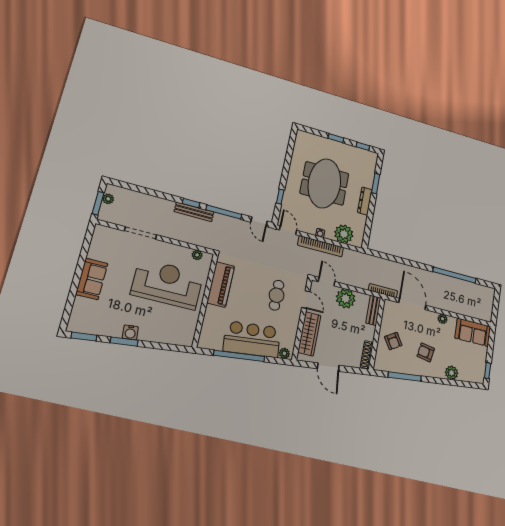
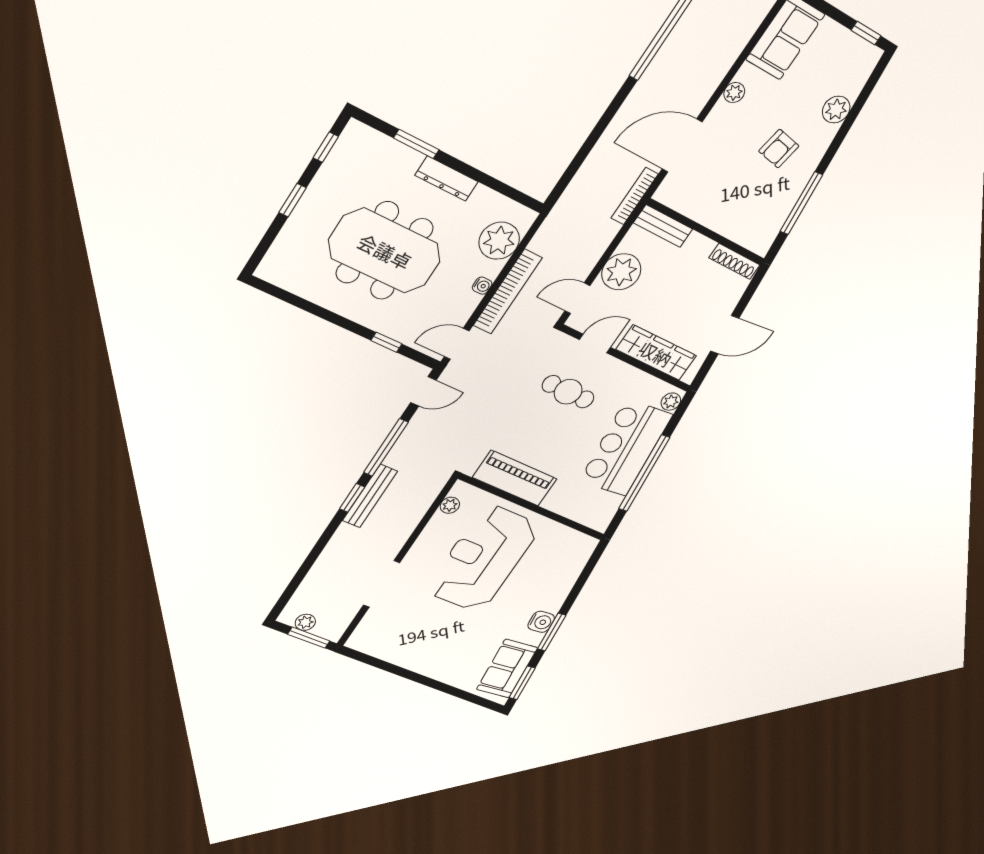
sofa: (92, 279) -> (507, 669), moved, turned -96
armchair: (393, 341) -> (732, 205), removed

